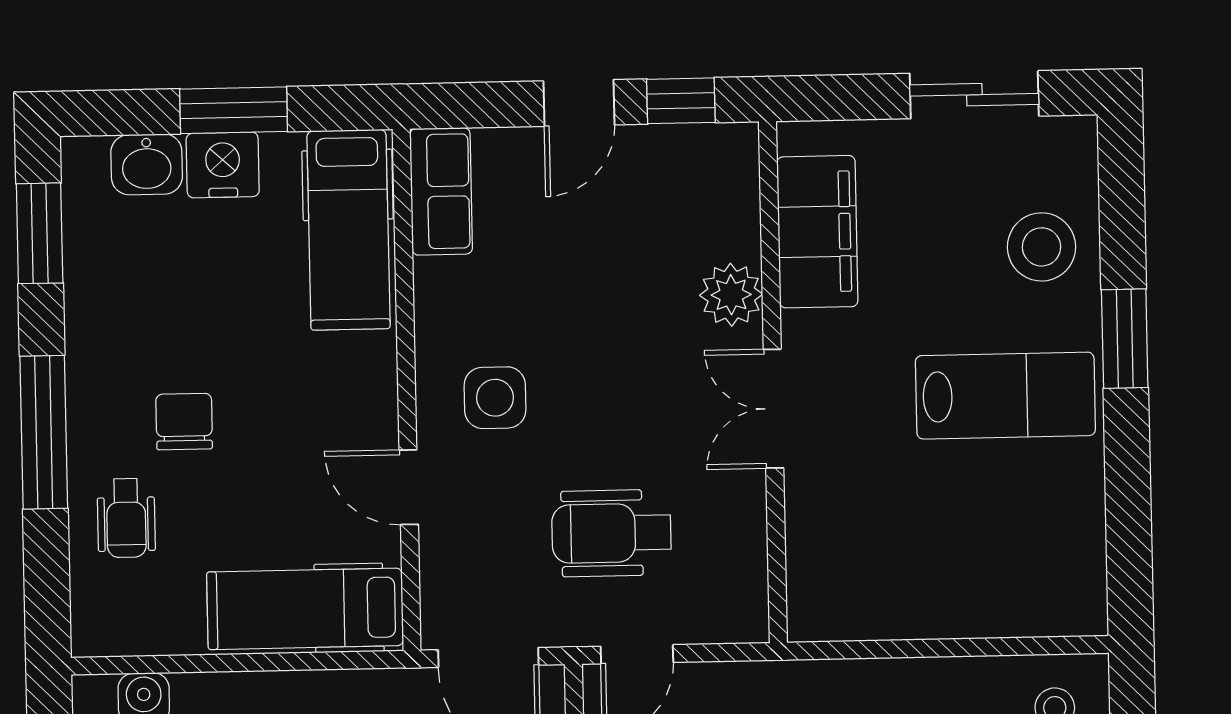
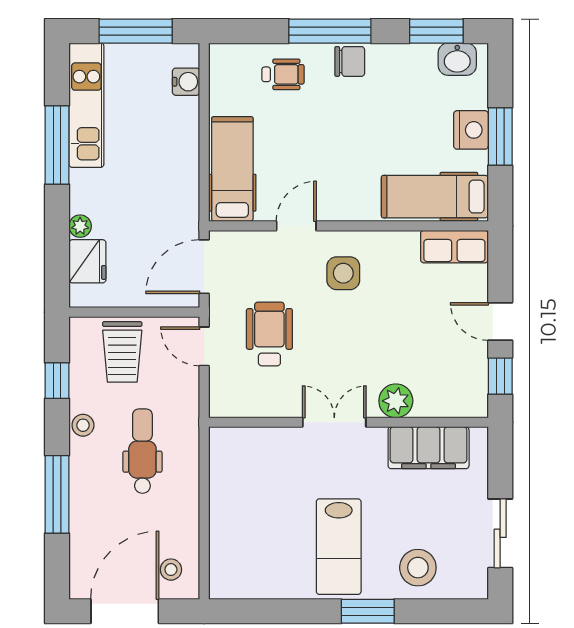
washbasin: (147, 164) -> (457, 59), moved, turned -90
chair: (184, 422) -> (350, 61), moved
wheelchair: (126, 518) -> (283, 74), turned 180

